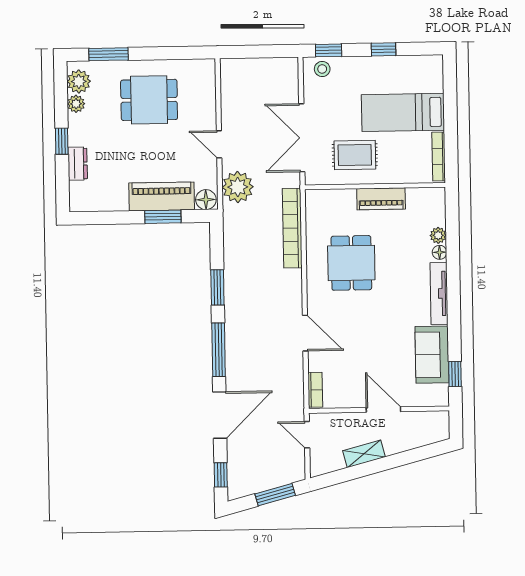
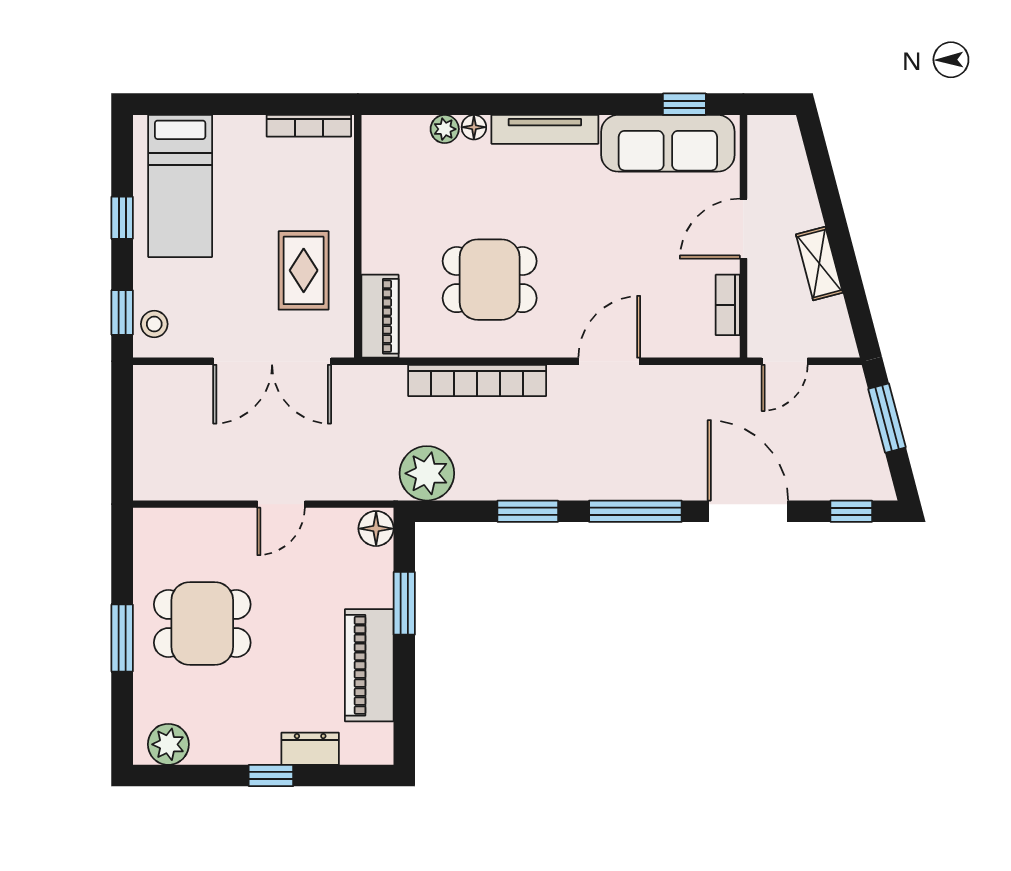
window: (109, 54) -> (122, 638), moved
dining table: (149, 100) -> (202, 624), turned 90
plant: (76, 104) -> (207, 750), removed
bed: (403, 112) -> (180, 186), moved
plant: (238, 187) -> (427, 473), moved
piano: (162, 196) -> (369, 665), moved
piano: (381, 199) -> (380, 316), moved
bookcase: (292, 228) -> (477, 380), moved
sofa: (432, 355) -> (668, 143), width x1.36
bookcase: (315, 390) -> (728, 305), moved, turned -90

